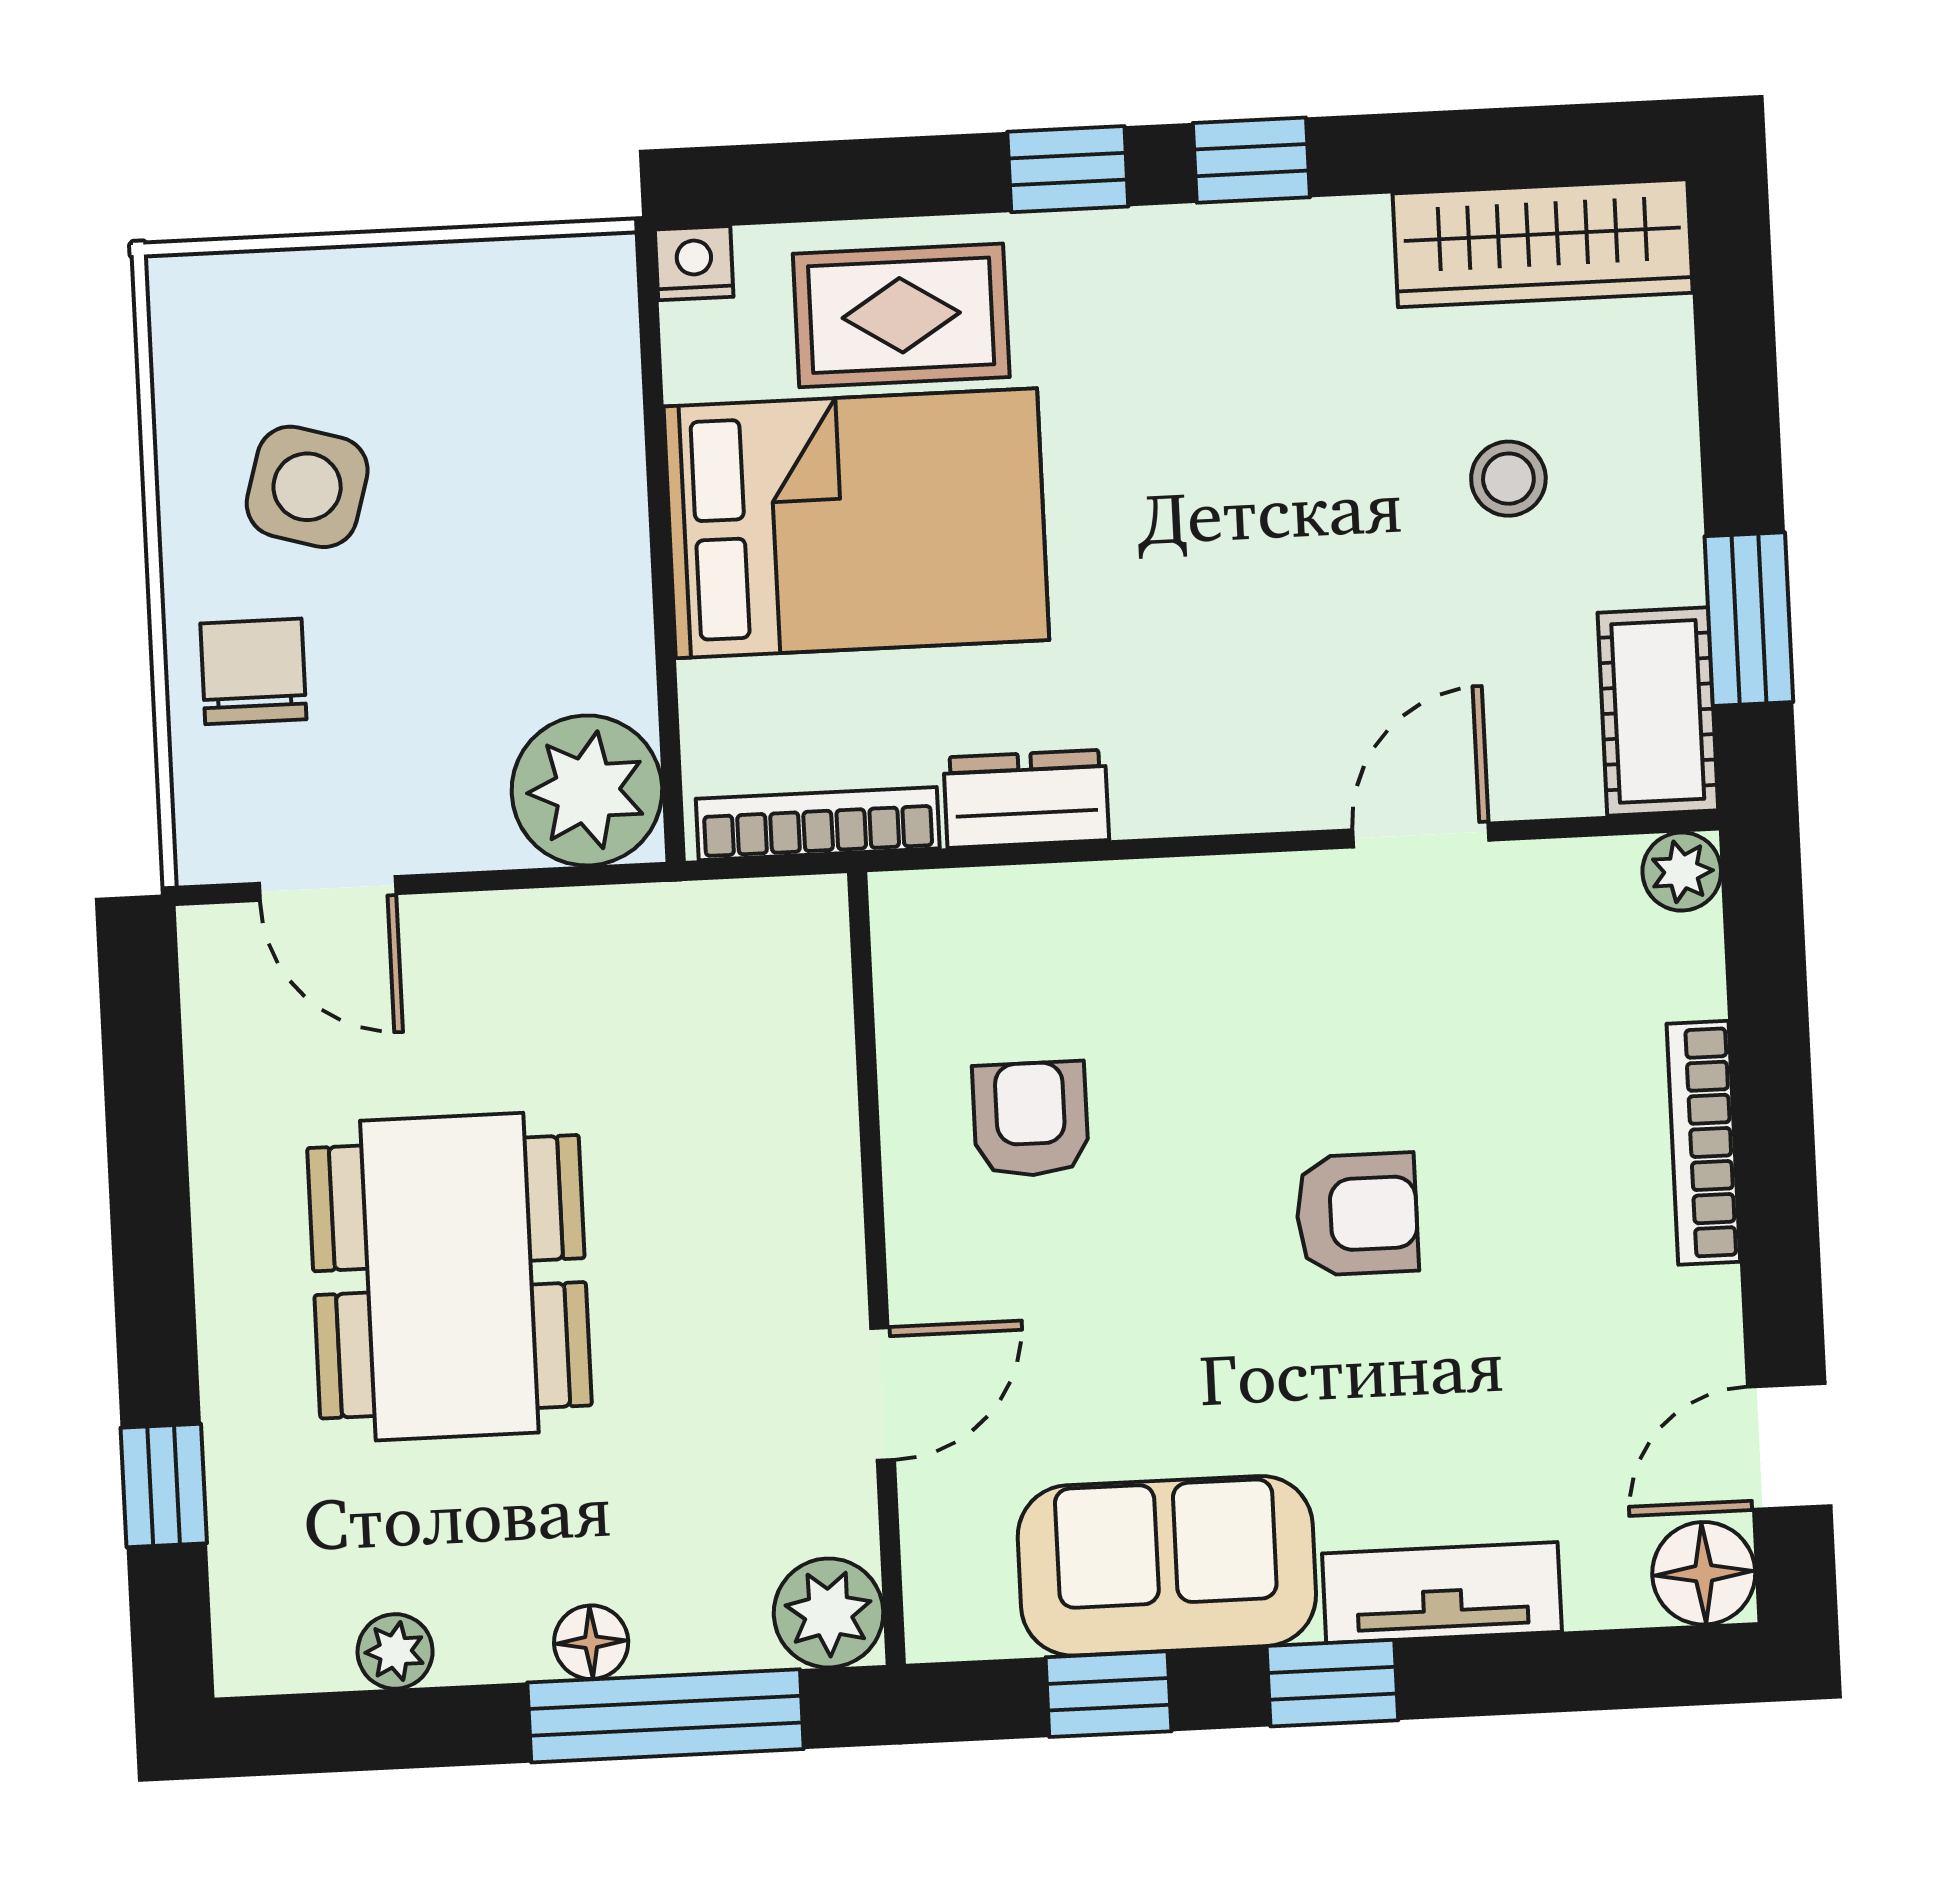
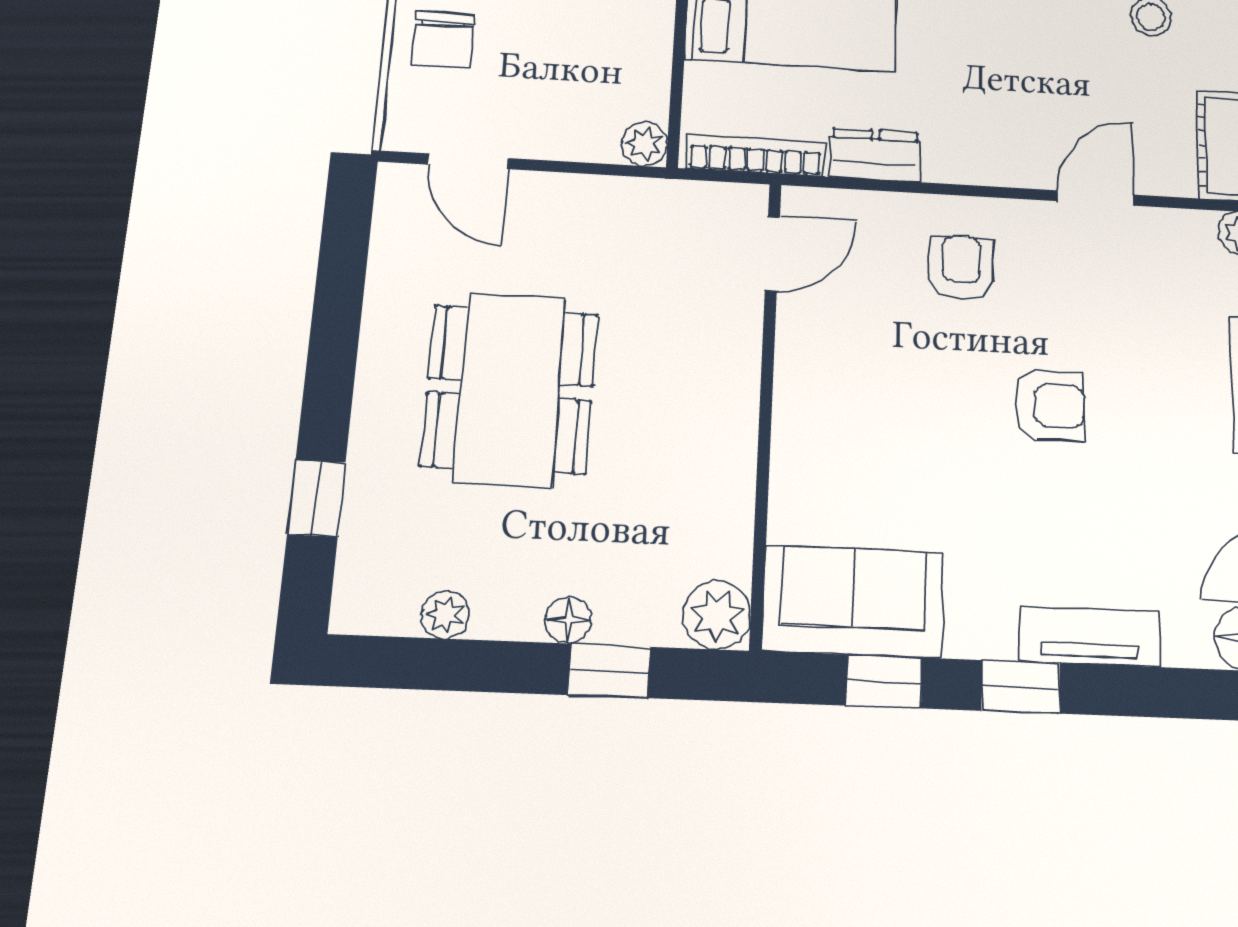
chair: (253, 671) -> (443, 40), turned 180
plant: (587, 790) -> (644, 144), width x0.53, depth x0.53
armchair: (1031, 1119) -> (961, 268), moved
door: (883, 1394) -> (772, 254), moved
sofa: (1167, 1566) -> (854, 602), moved
window: (666, 1716) -> (609, 671), width x0.46

